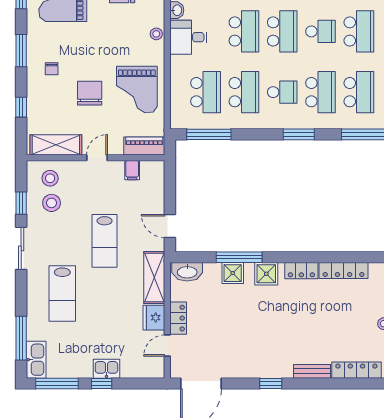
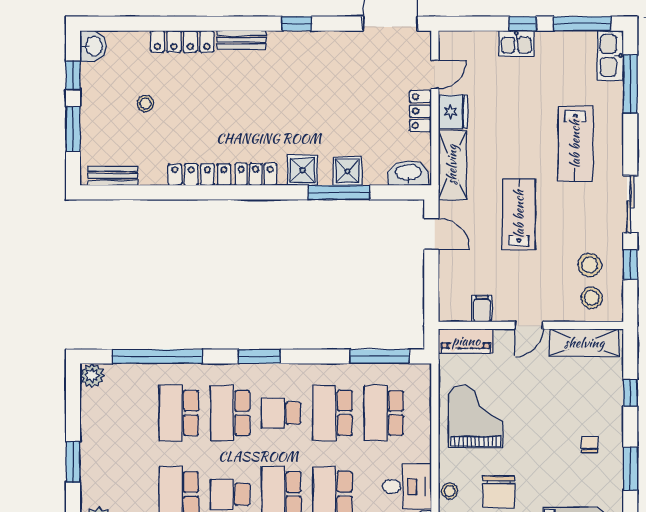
chair: (90, 93) -> (499, 492), moved
lab bench: (62, 293) -> (575, 144), turned 180

